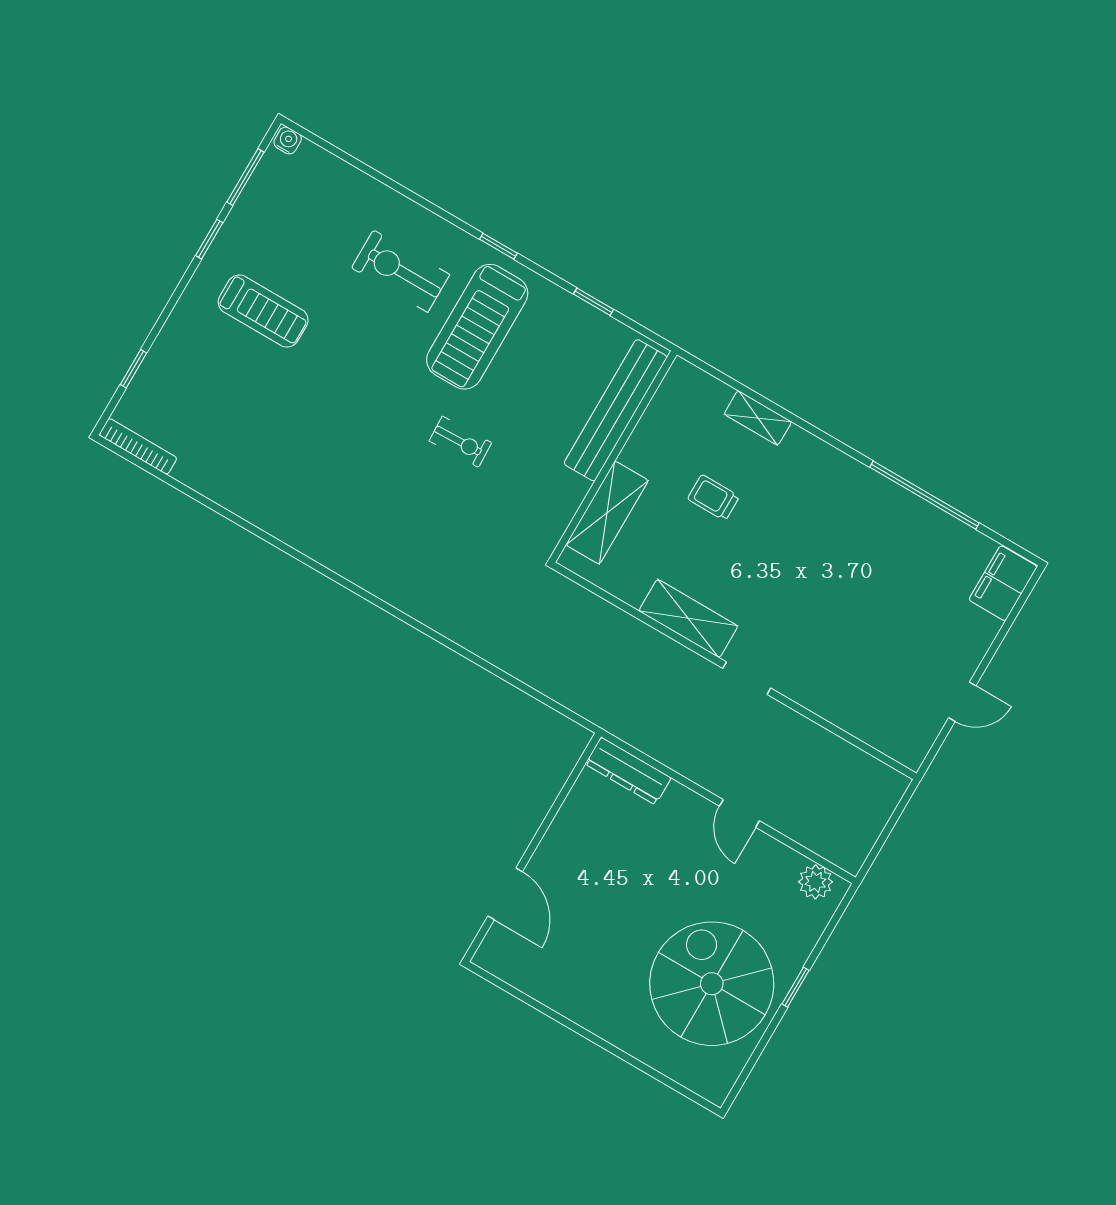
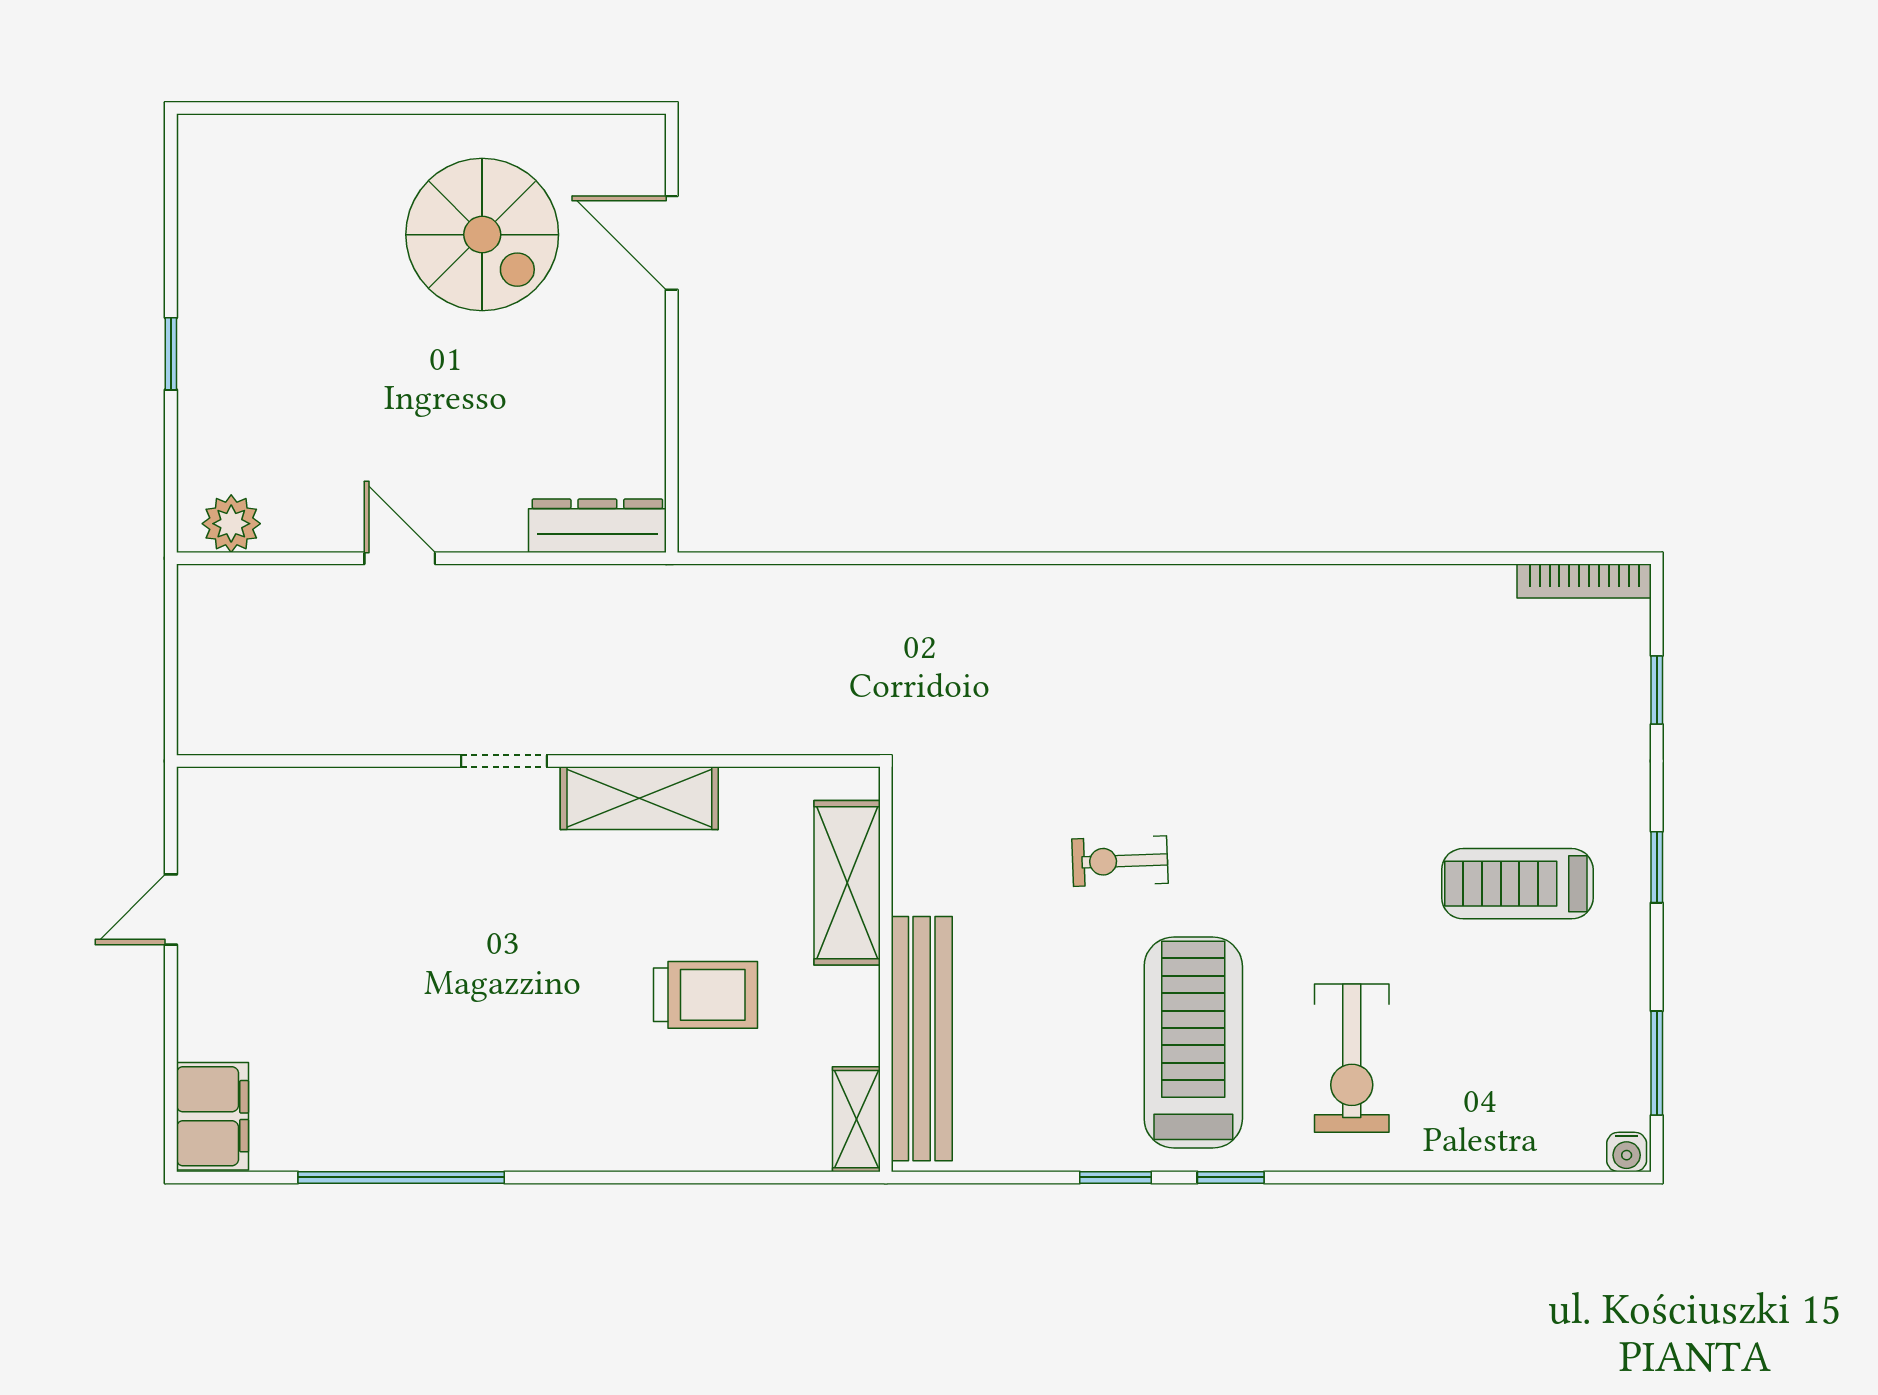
window: (209, 239) -> (1657, 867), moved
exercise bike: (401, 271) -> (1352, 1058), turned 90
window: (594, 302) -> (1115, 1177), moved
shelving: (758, 418) -> (856, 1119), moved, turned 90
trolley: (713, 498) -> (706, 995), width x1.36, depth x1.39
spiral stairs: (712, 984) -> (482, 235), moved, width x0.73, depth x0.73

